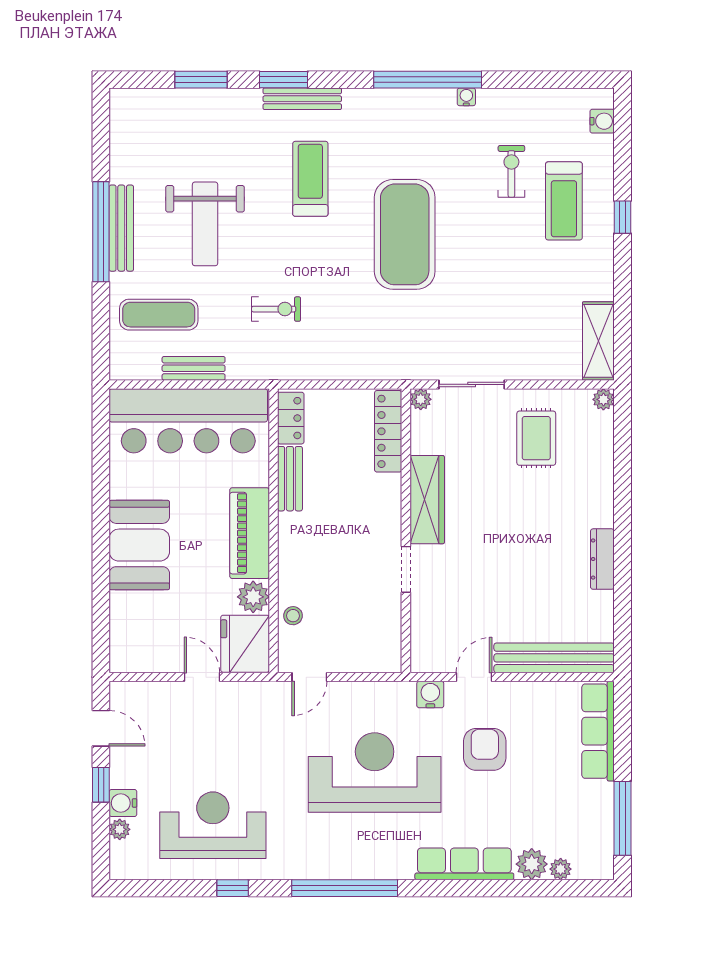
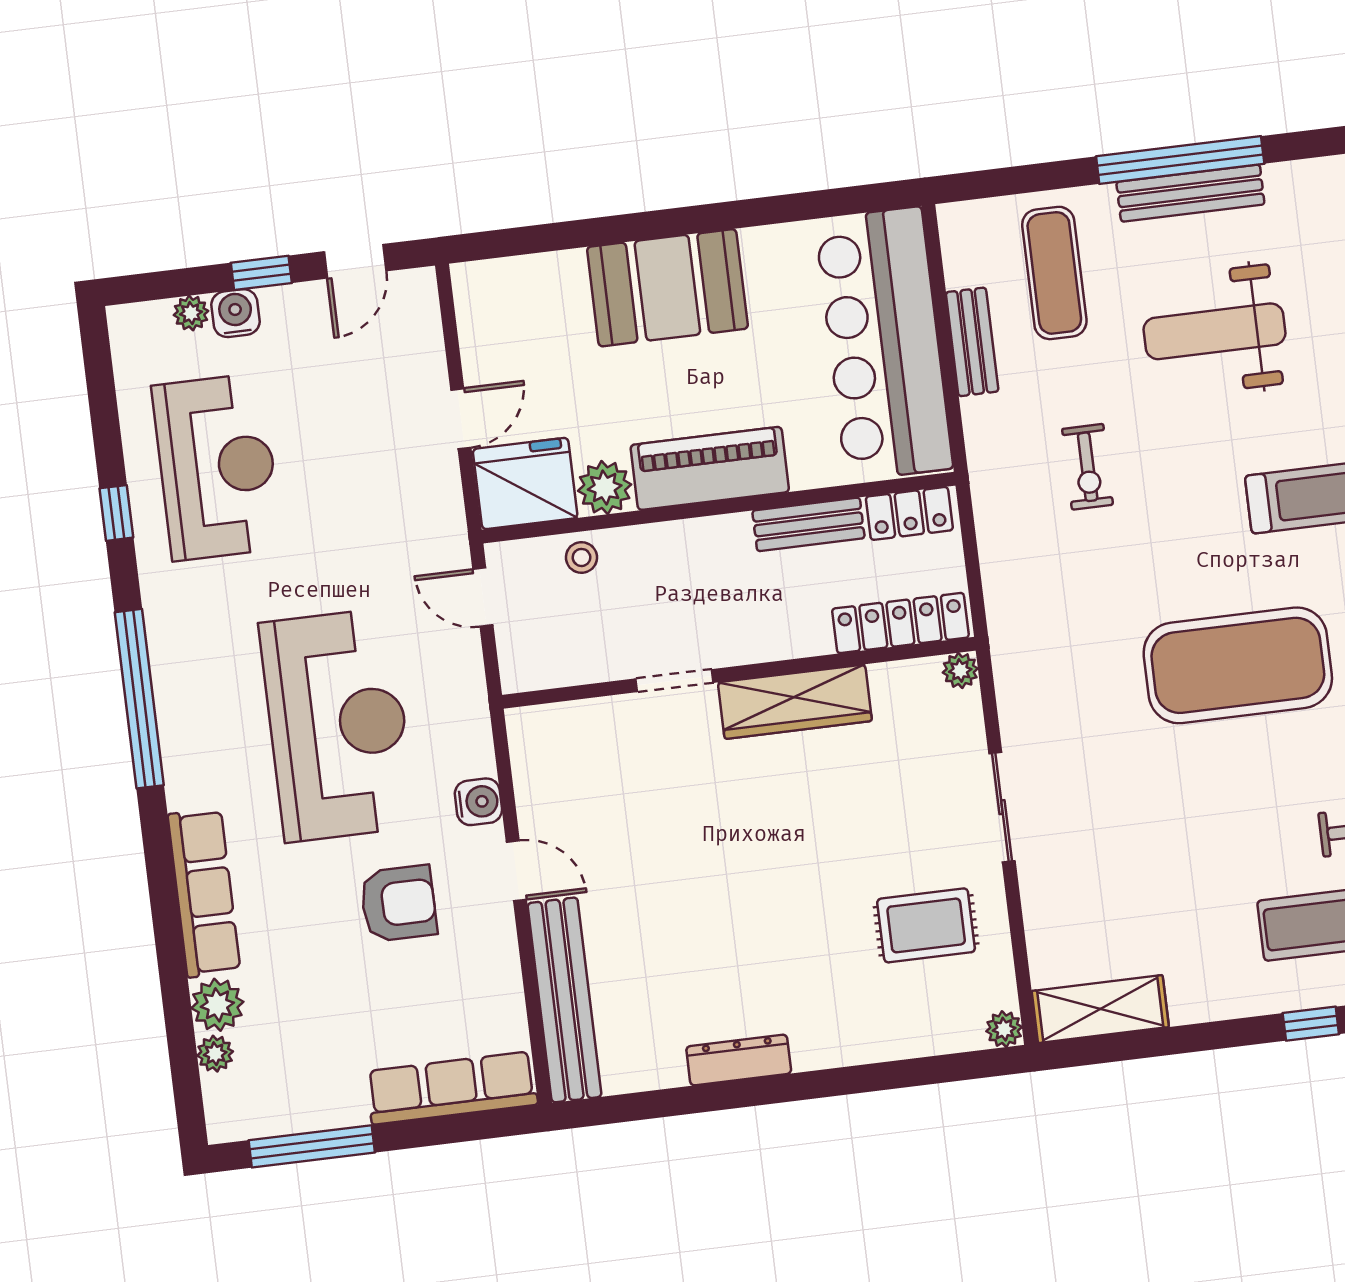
plant: (421, 399) -> (960, 670), moved
locker: (388, 431) -> (900, 623), moved
wardrobe: (427, 500) -> (795, 702), moved
wall: (406, 531) -> (739, 673), moved
doorway: (406, 569) -> (675, 681), moved

